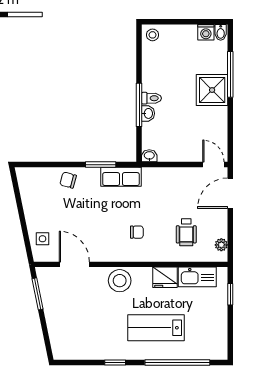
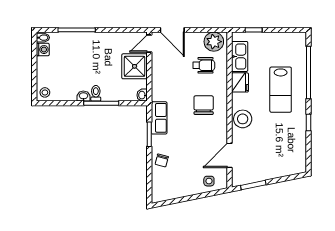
shower: (212, 90) -> (135, 66), moved
washbasin: (148, 113) -> (83, 96), moved
chair: (137, 232) -> (204, 105), width x1.87, depth x1.87
plant: (221, 245) -> (214, 42), width x1.87, depth x1.87

